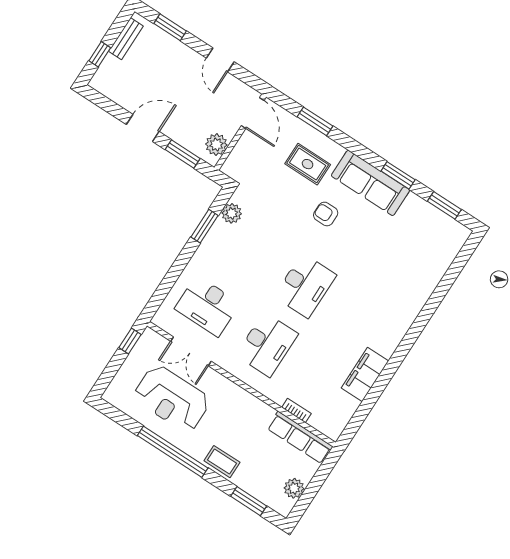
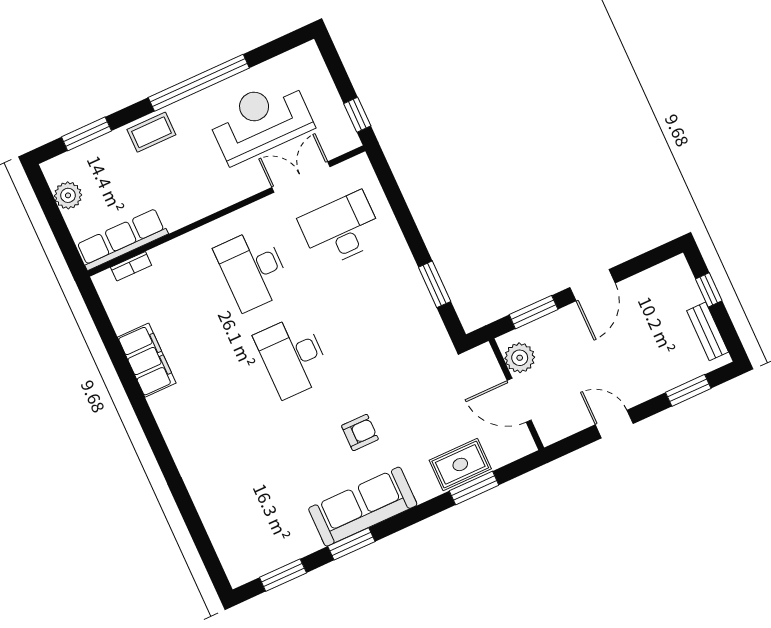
door: (253, 113) -> (519, 400), moved
rug: (308, 164) -> (460, 464), moved
plant: (232, 213) -> (430, 325), removed
bookcase: (296, 410) -> (131, 266), moved

